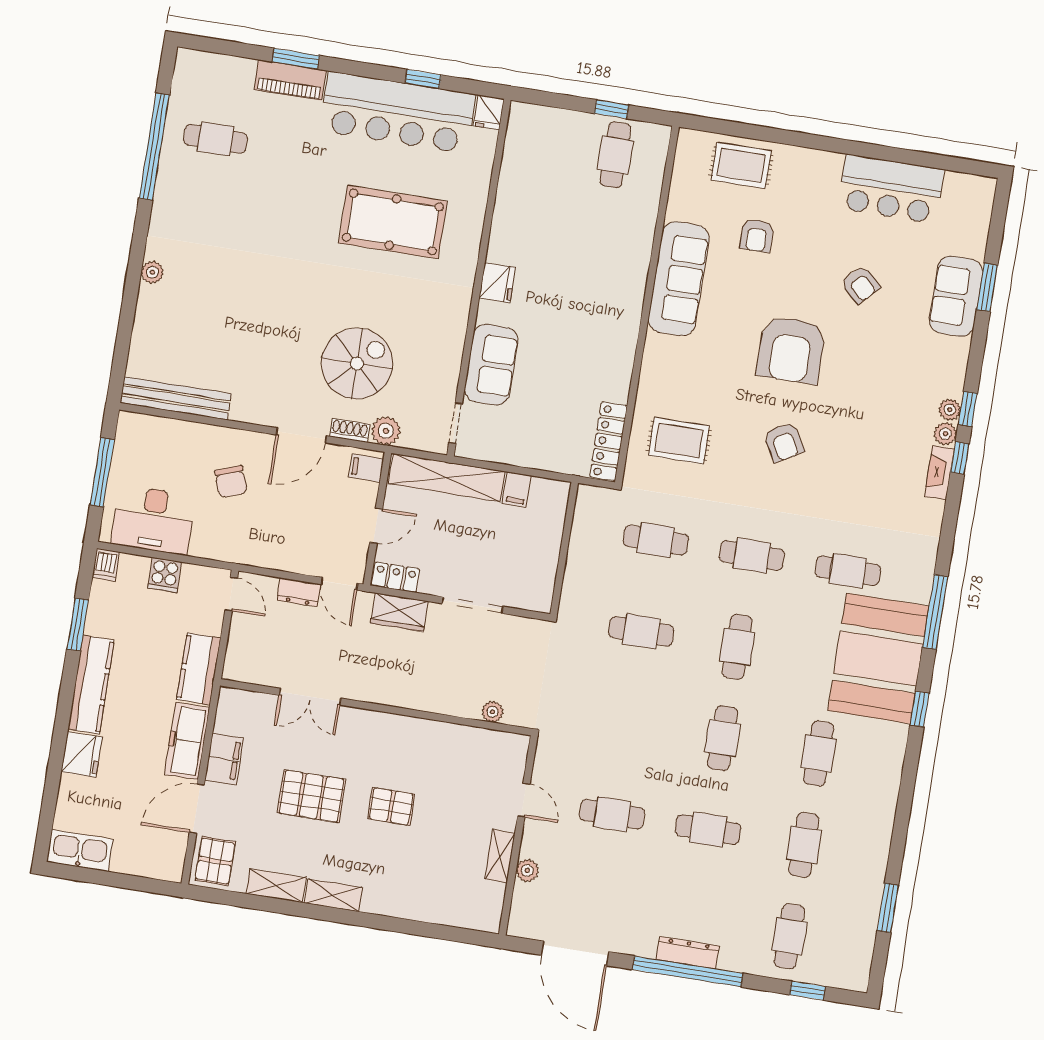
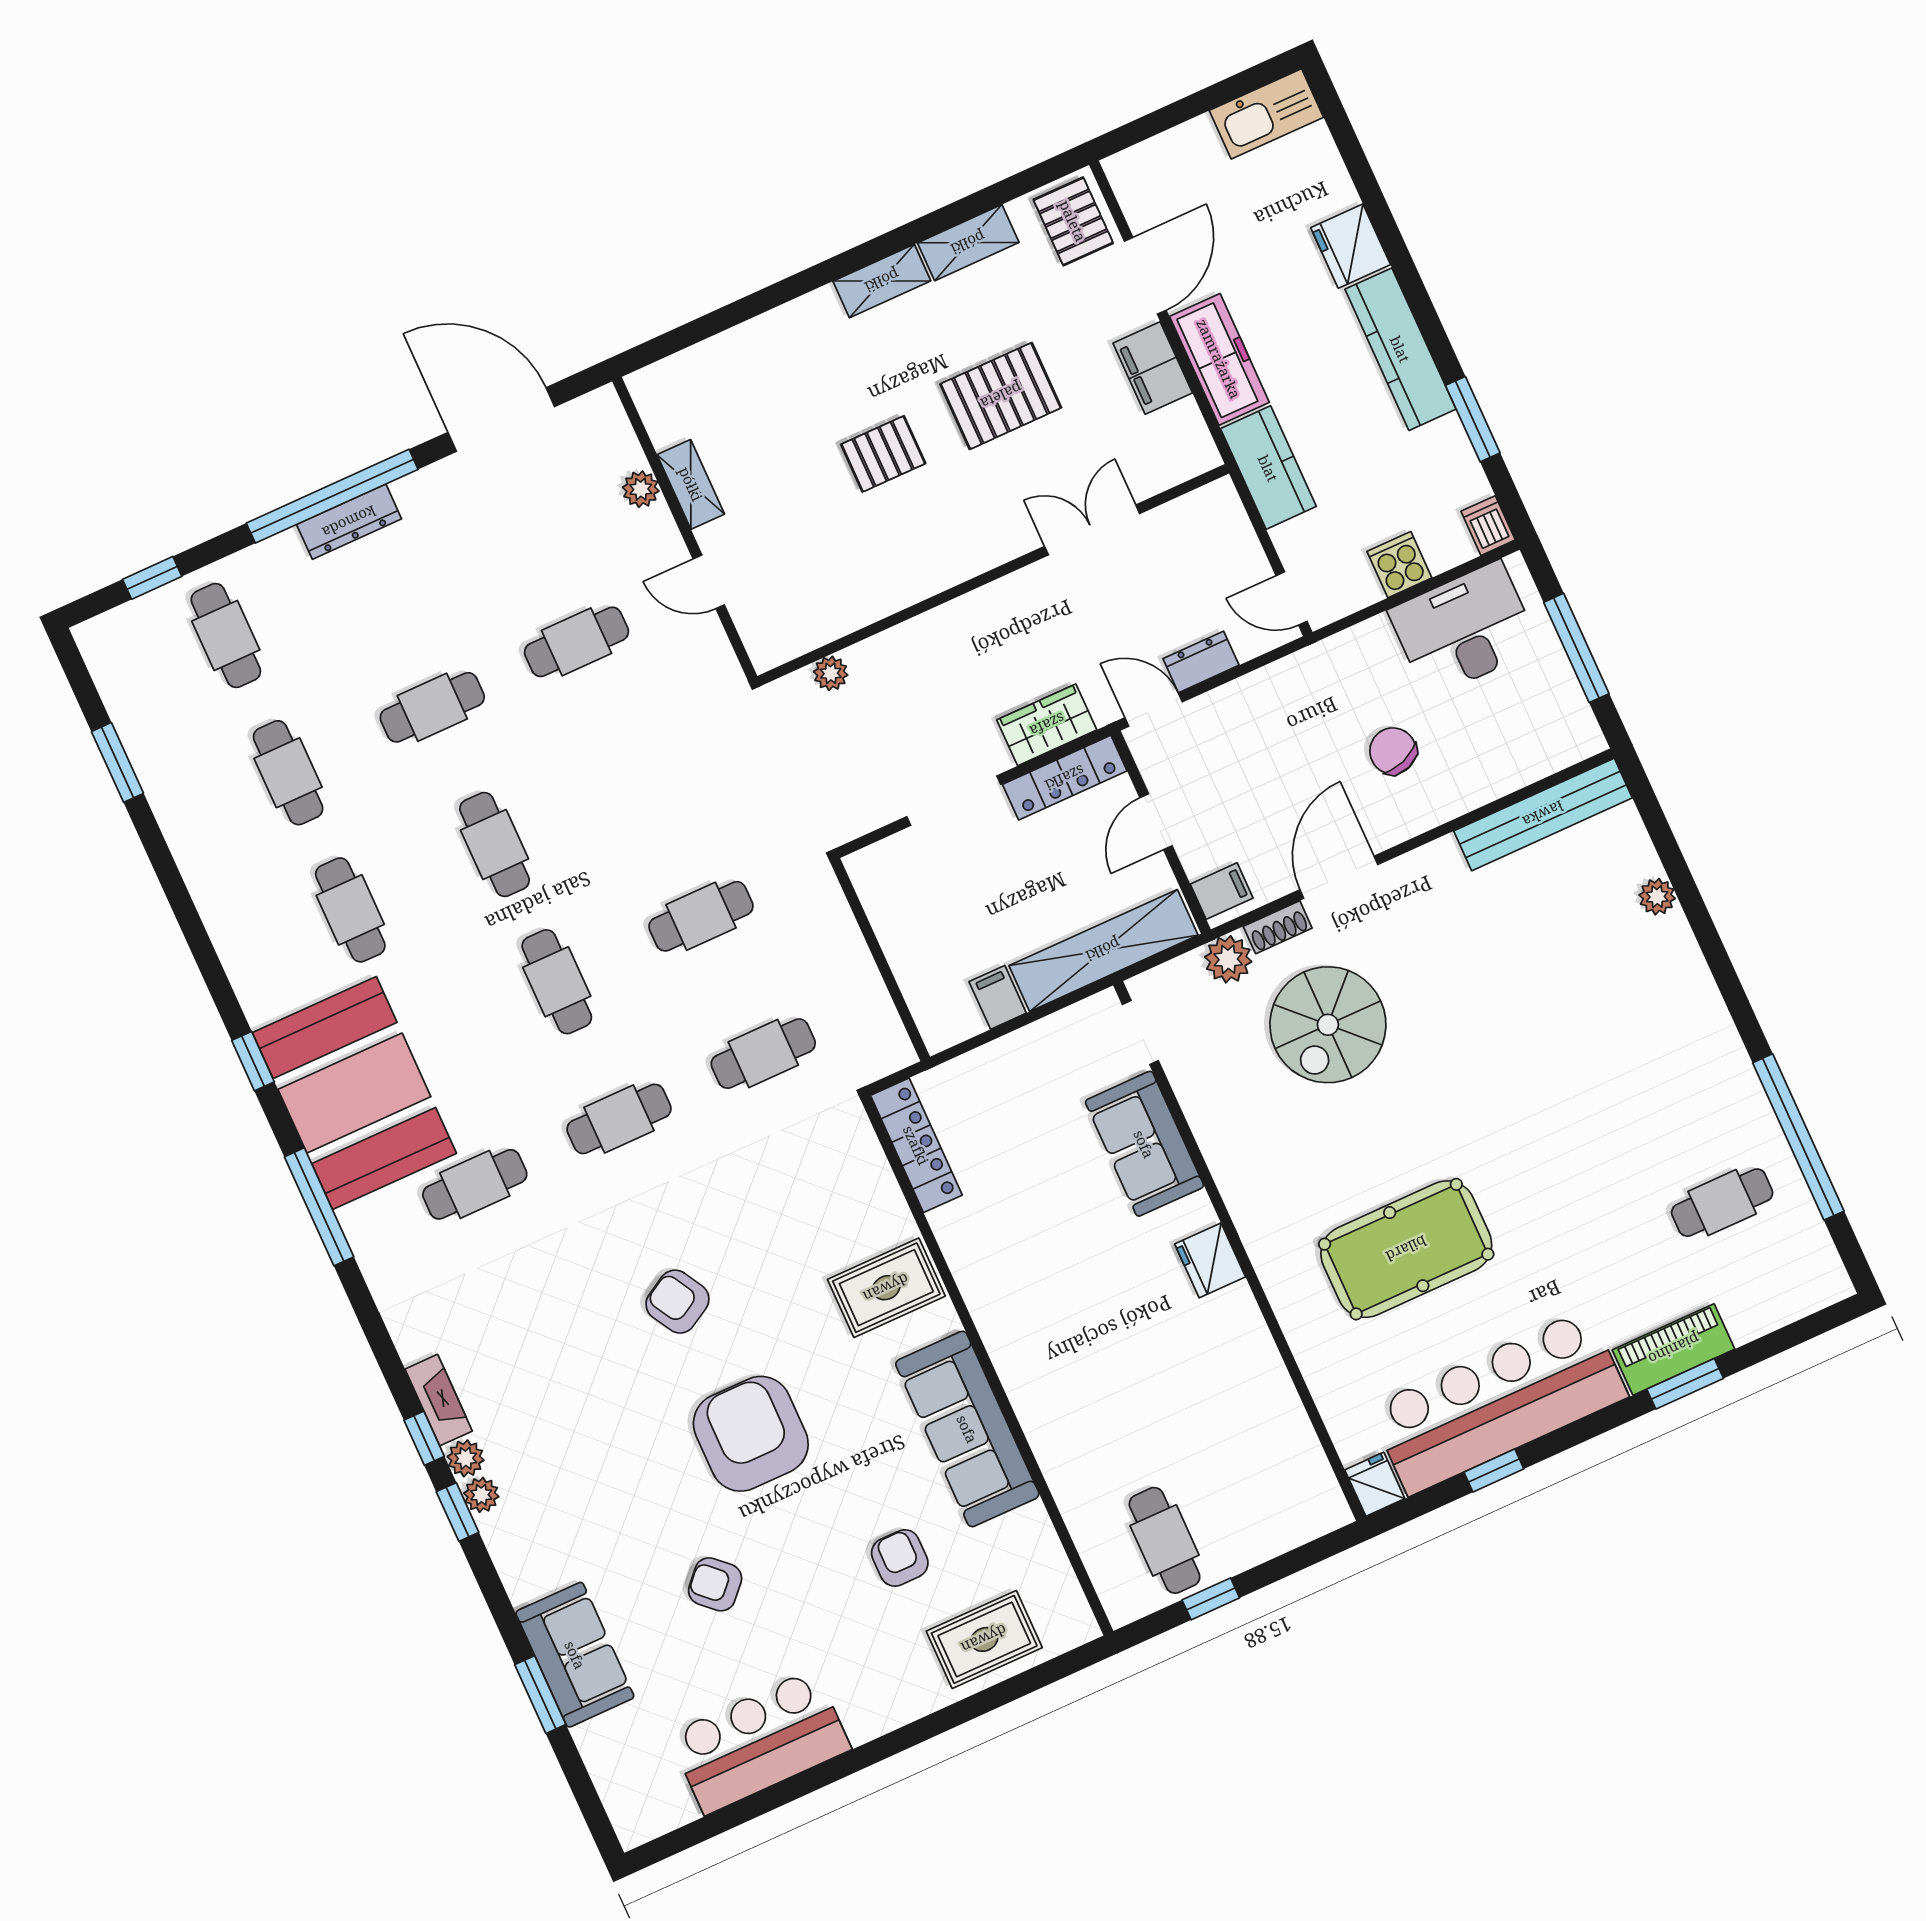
plant: (152, 272) -> (1657, 897), moved
rug: (679, 441) -> (886, 1288), moved
locker: (396, 577) -> (1065, 778), width x1.53

